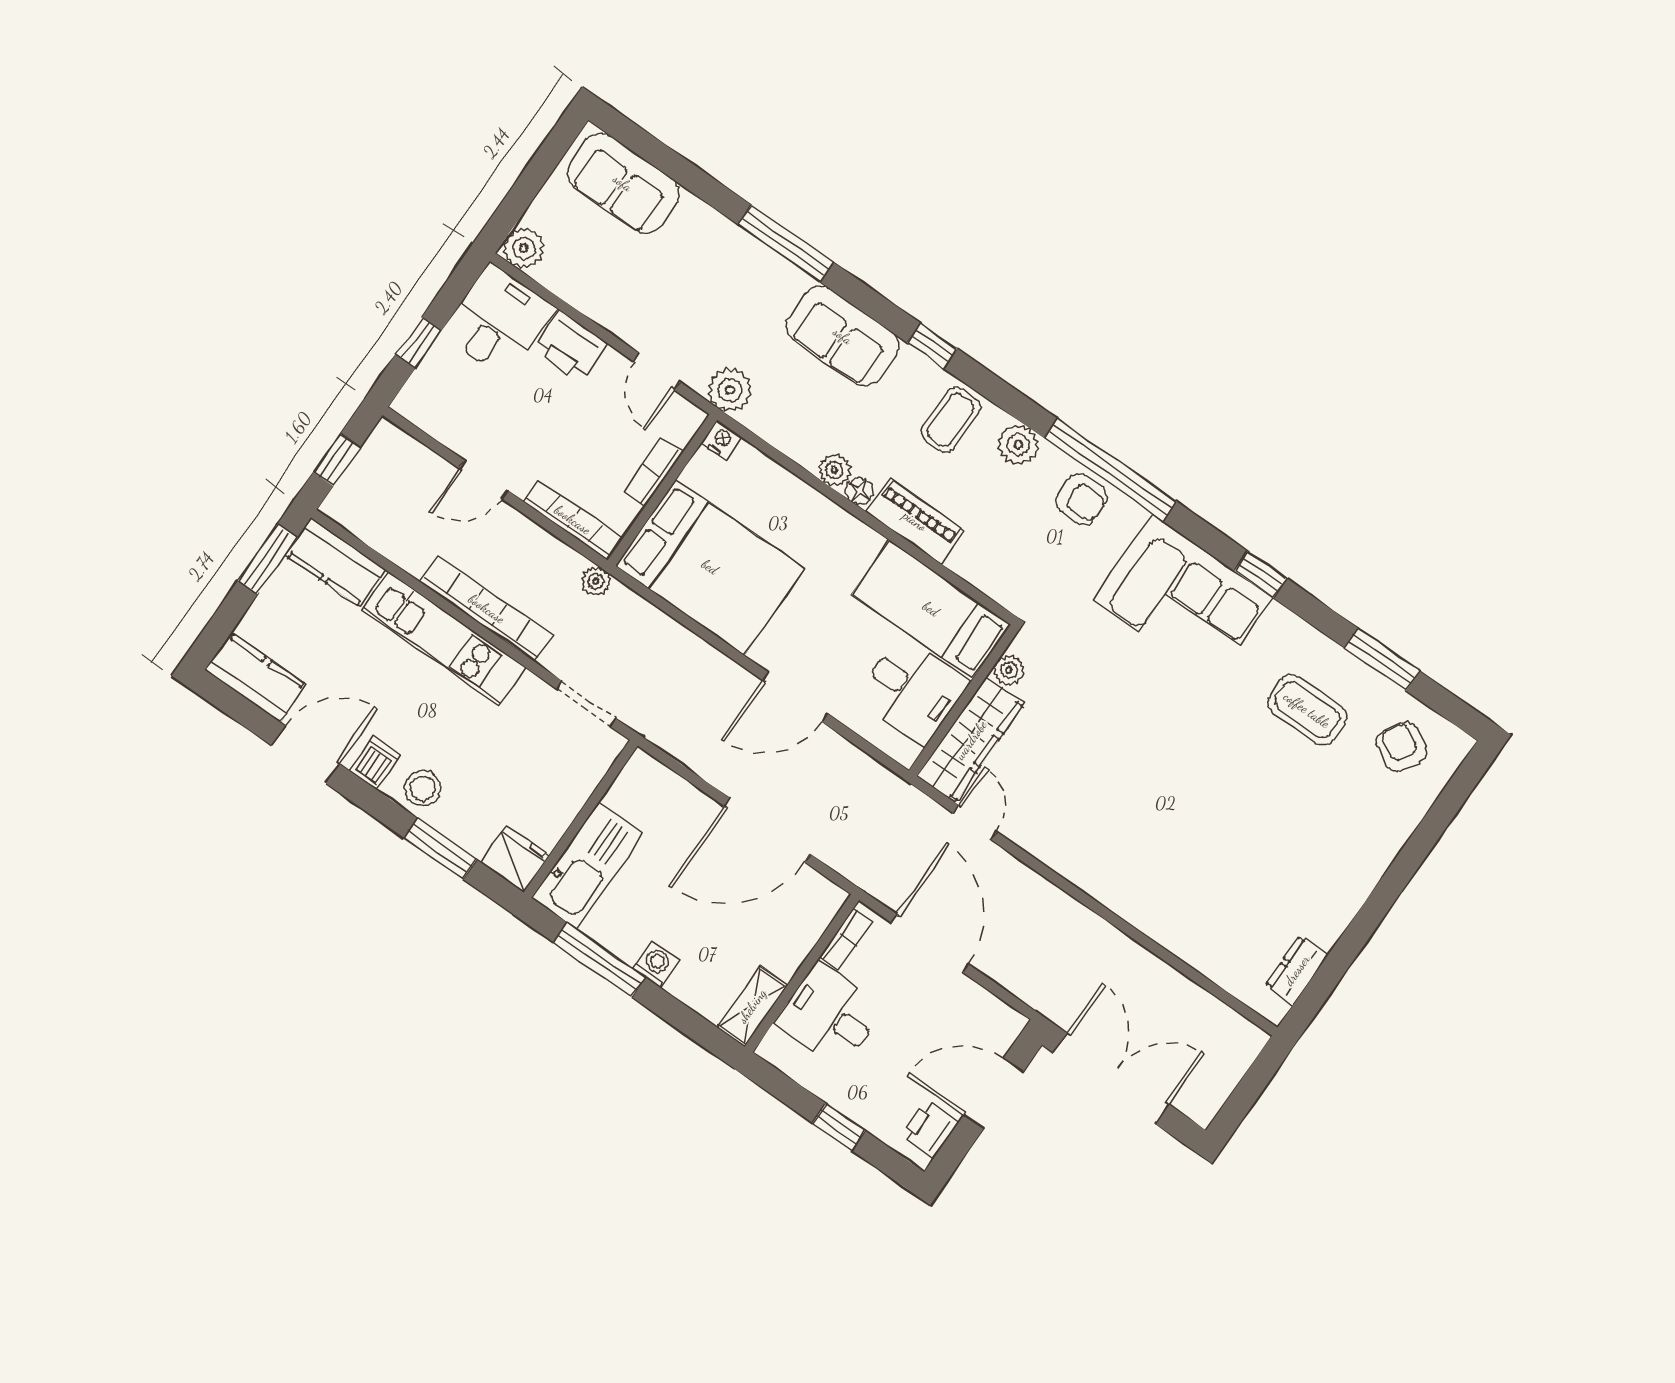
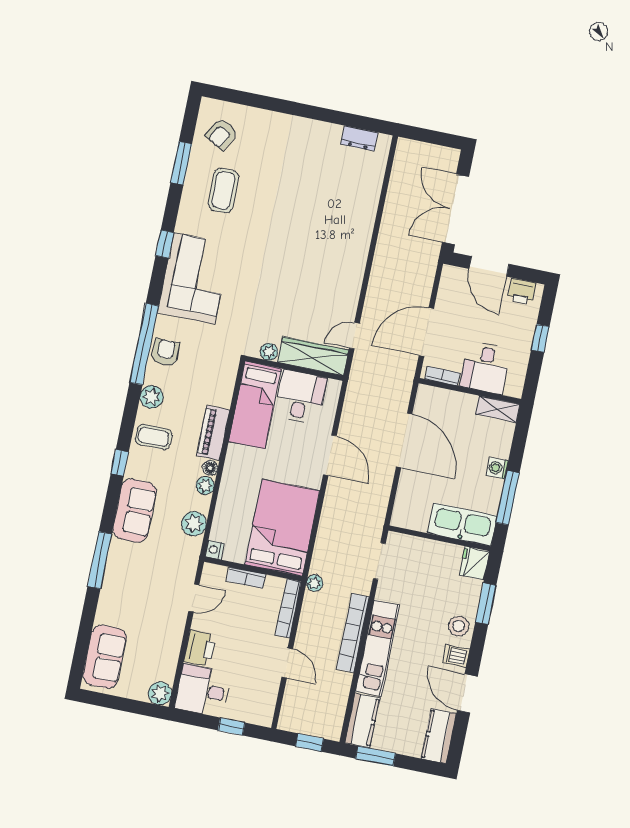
plant: (730, 390) -> (194, 524), moved

